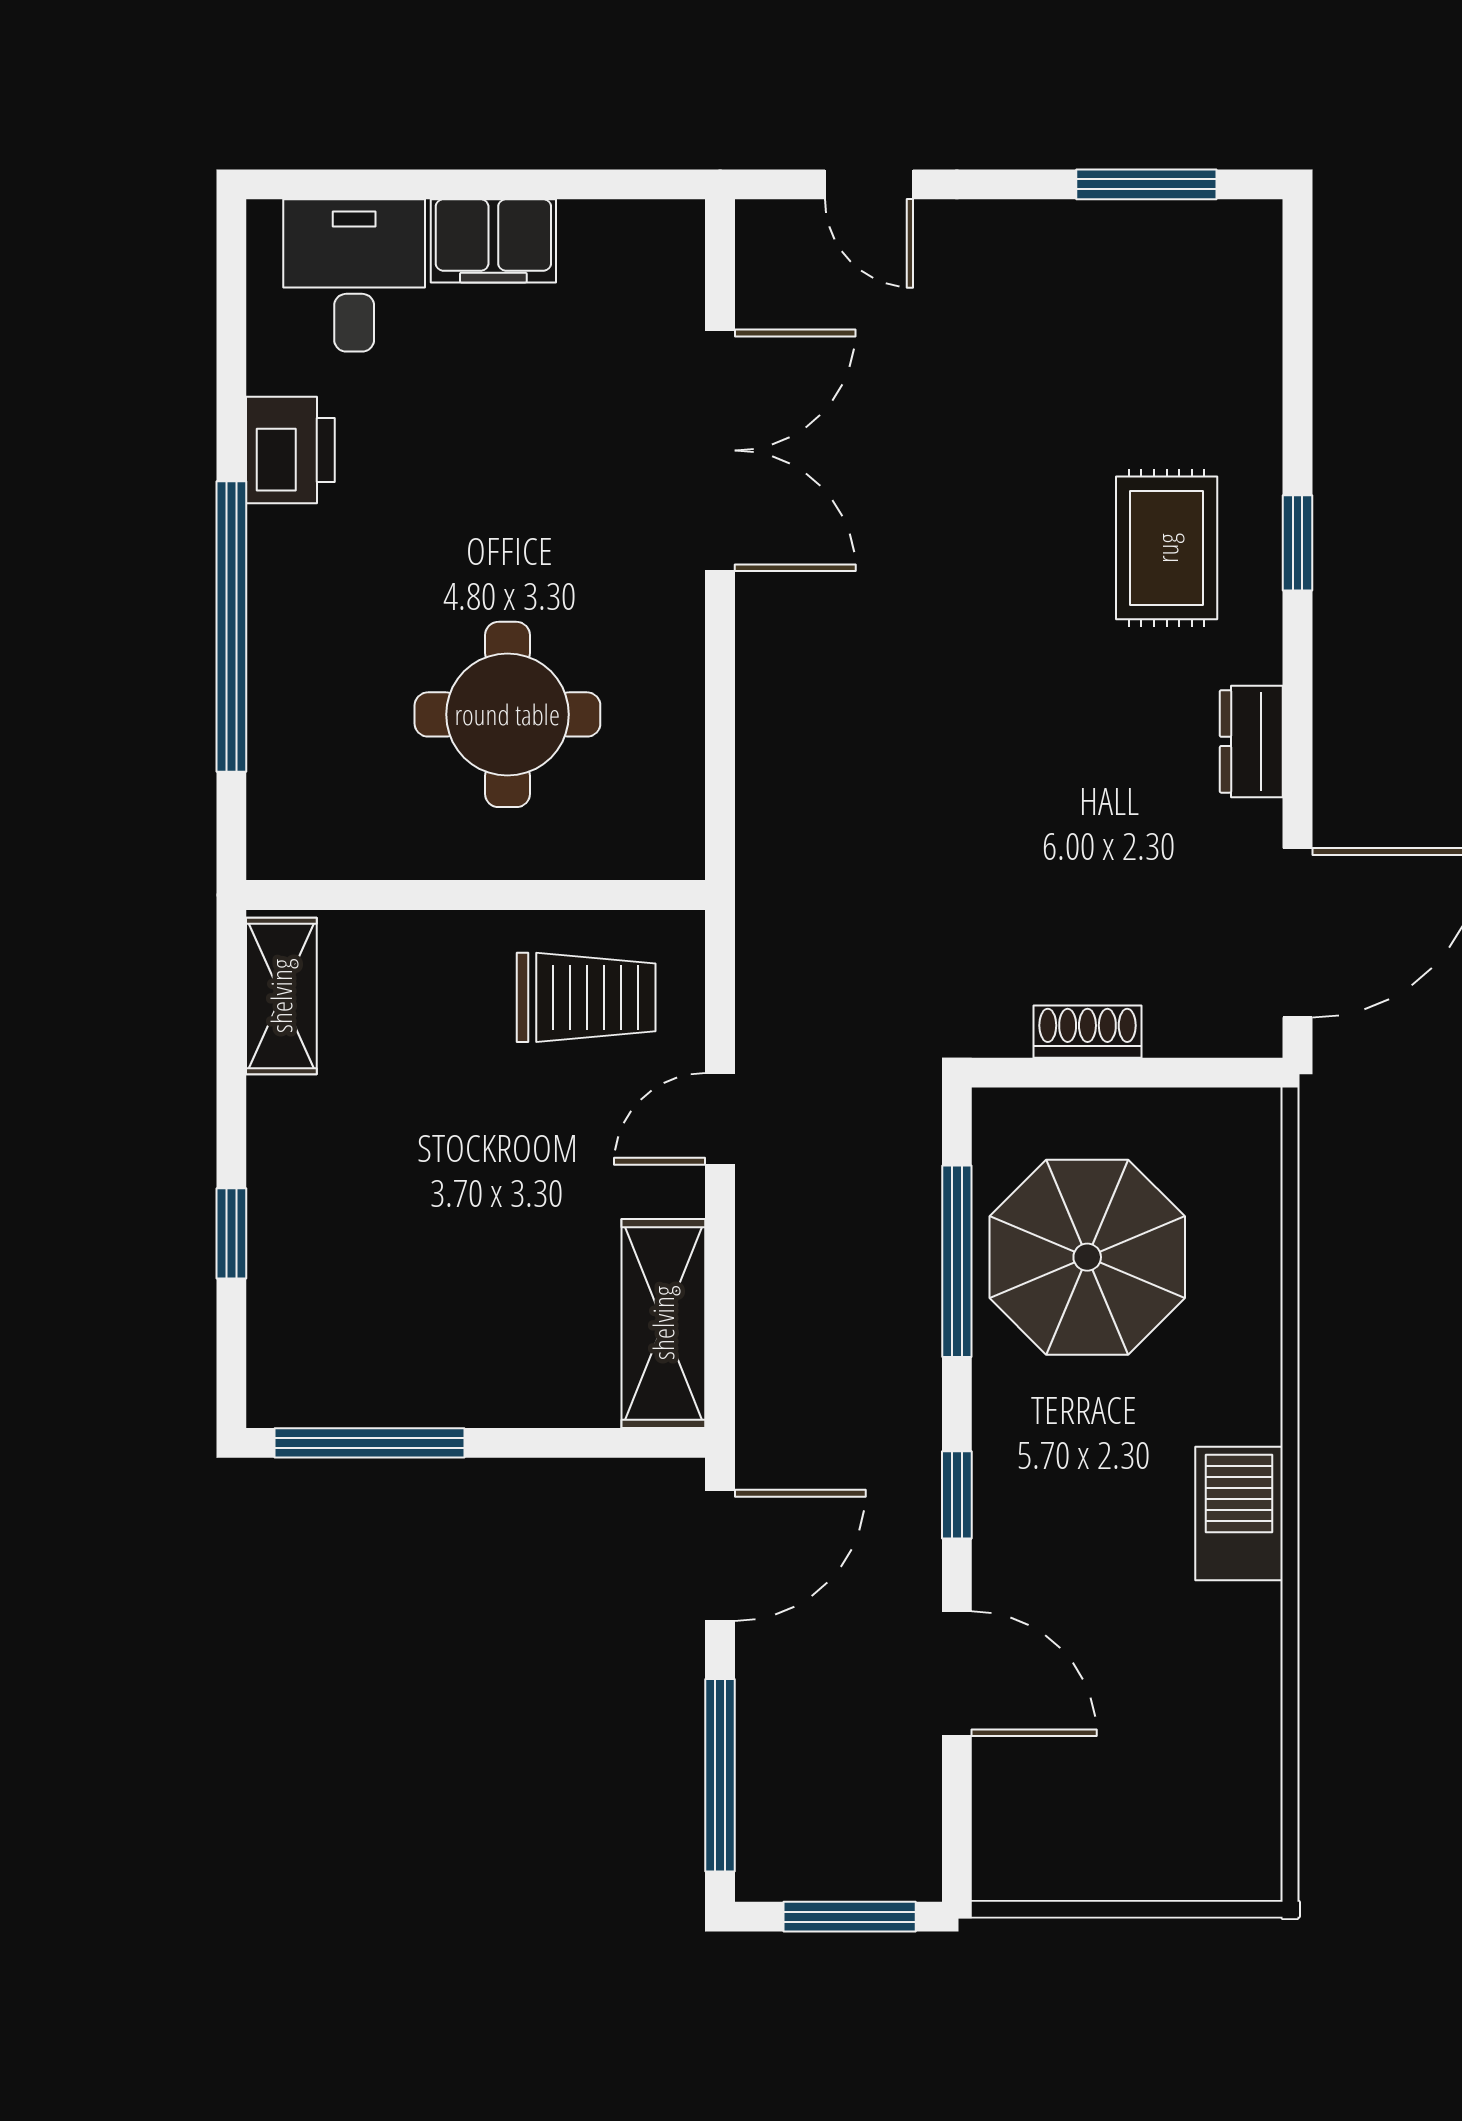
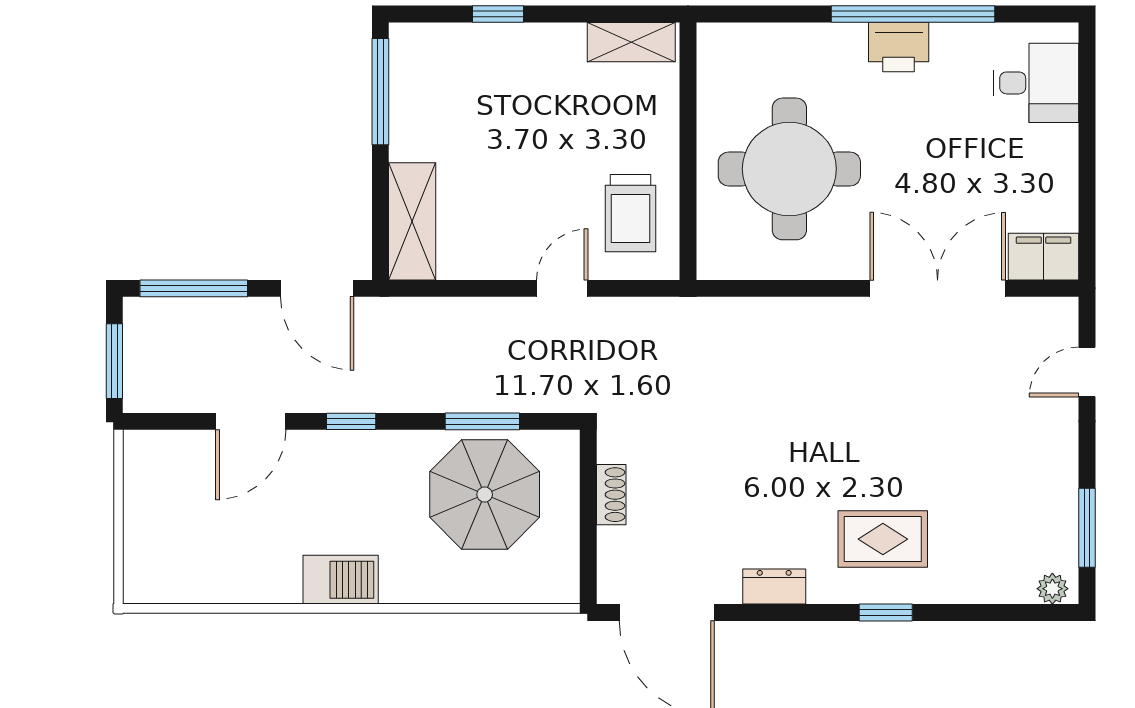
filing cabinet: (493, 241) -> (1044, 257), moved, turned 90
plant: (1255, 246) -> (1052, 589), added
printer: (290, 450) -> (899, 47), moved
double door: (720, 450) -> (938, 288), swing flipped
window: (231, 627) -> (913, 14), moved
round table: (507, 714) -> (789, 169), width x1.36, depth x1.36
door: (720, 1119) -> (562, 288), hinge flipped
window: (957, 1261) -> (482, 421), width x0.69
shelving: (663, 1323) -> (412, 221), moved, turned 90

